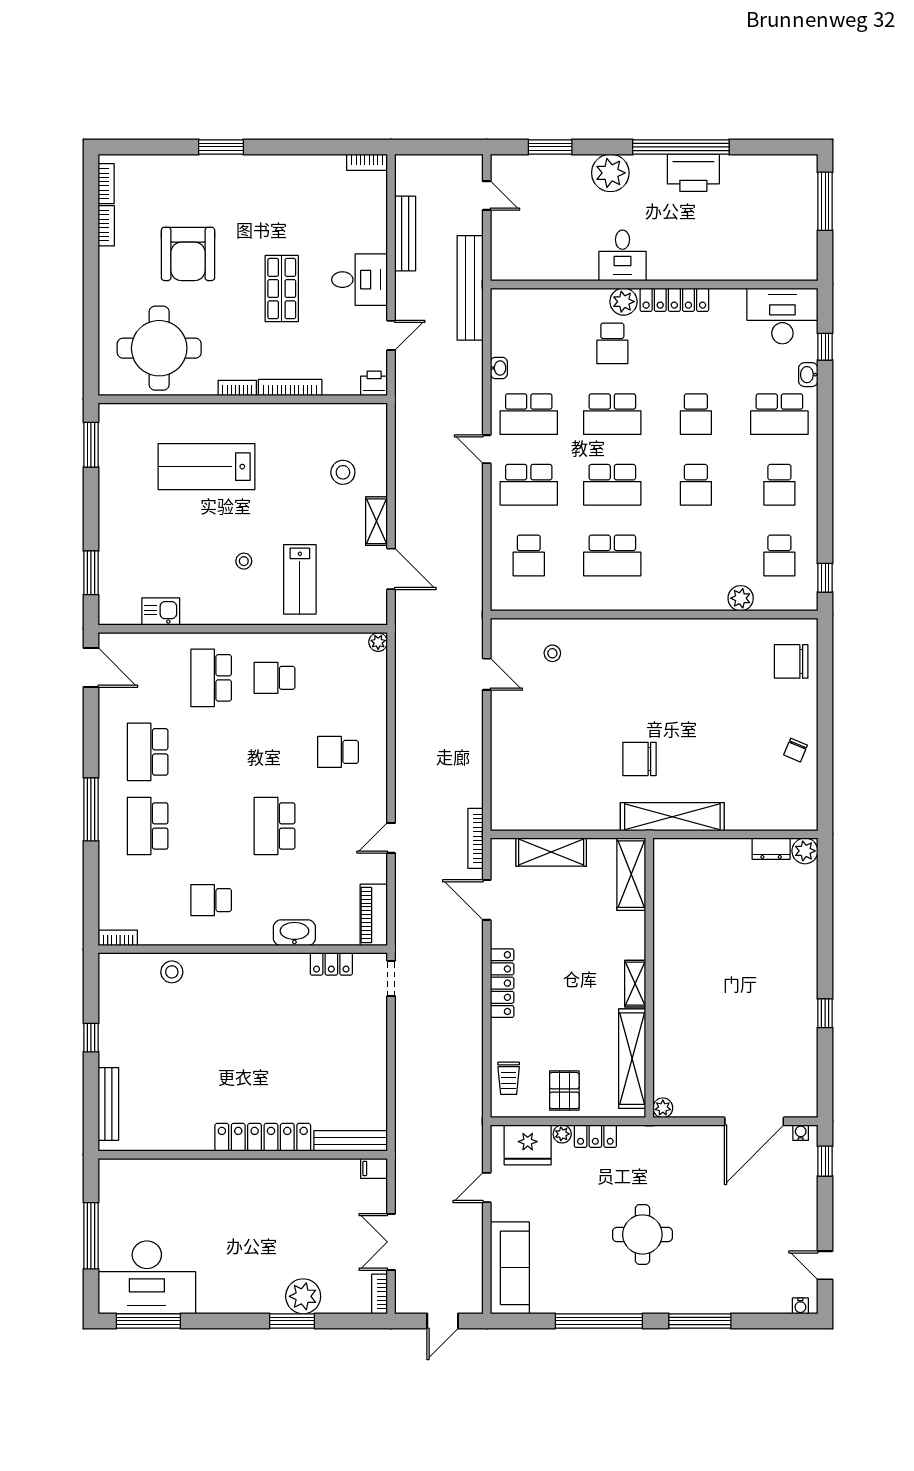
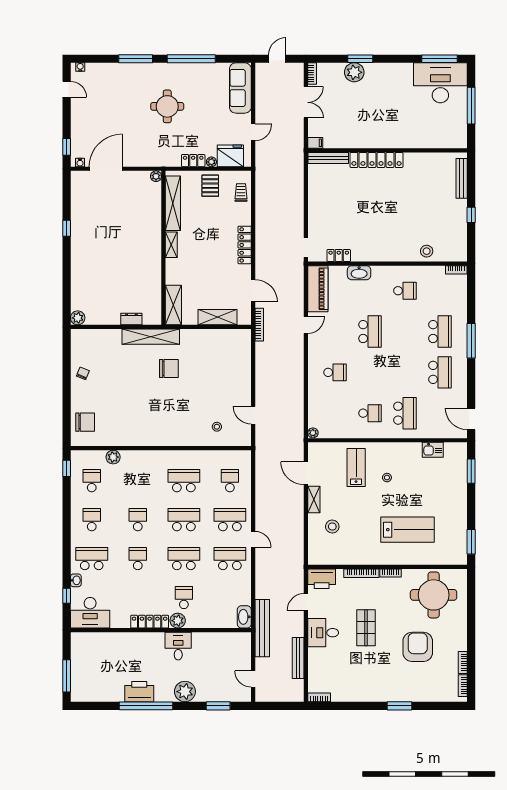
washbasin: (499, 368) -> (244, 617), moved, width x1.91, depth x1.45
printer: (374, 383) -> (322, 579), width x1.87, depth x1.48
dresser: (771, 849) -> (131, 319), moved
piano: (374, 915) -> (318, 289), width x1.37, depth x1.33

